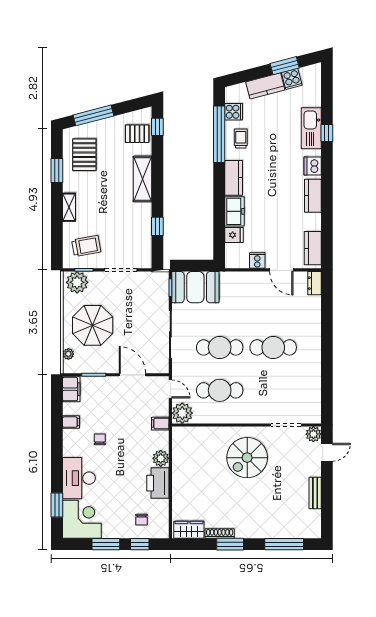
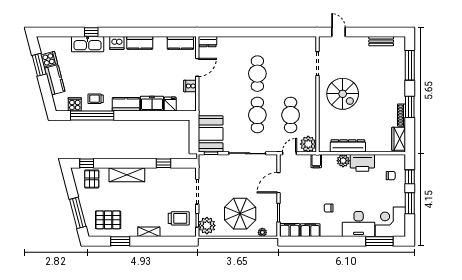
trolley: (86, 246) -> (179, 218), turned 100
filing cabinet: (71, 422) -> (310, 230), width x2.00
plant: (313, 434) -> (324, 42), removed
dresser: (180, 464) -> (348, 146), added
bench: (315, 493) -> (381, 41), moved
window: (57, 505) -> (379, 241), width x1.44

